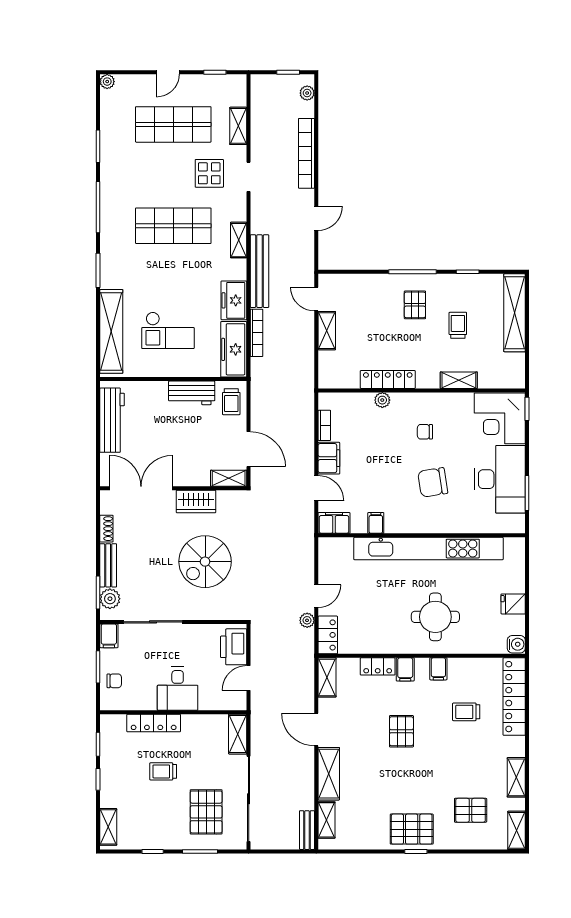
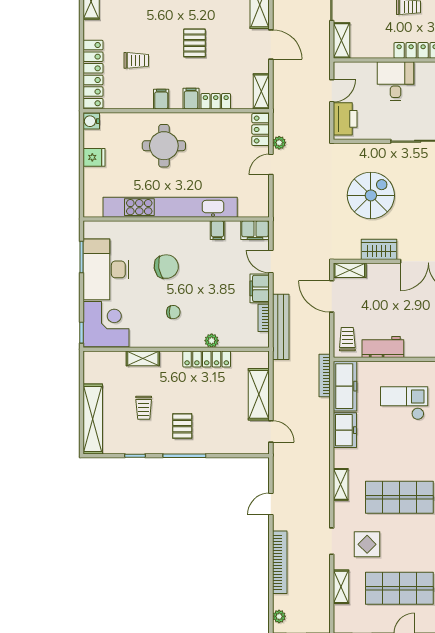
bench: (260, 271) -> (281, 327), moved
shelving: (327, 331) -> (259, 394), width x1.50, depth x1.33
bookcase: (257, 333) -> (325, 376), moved

